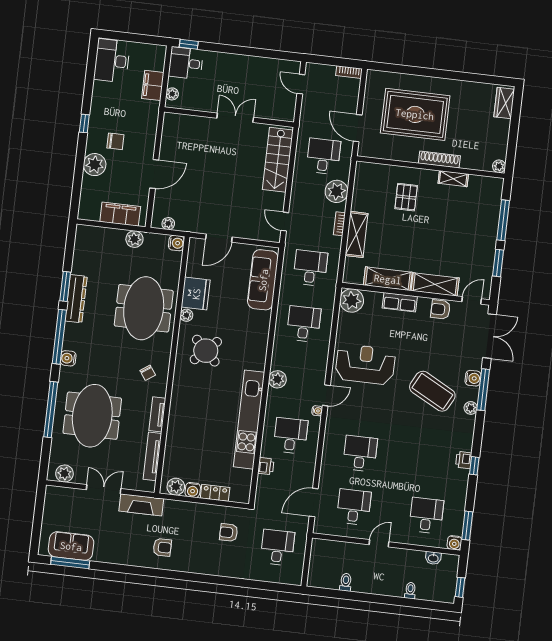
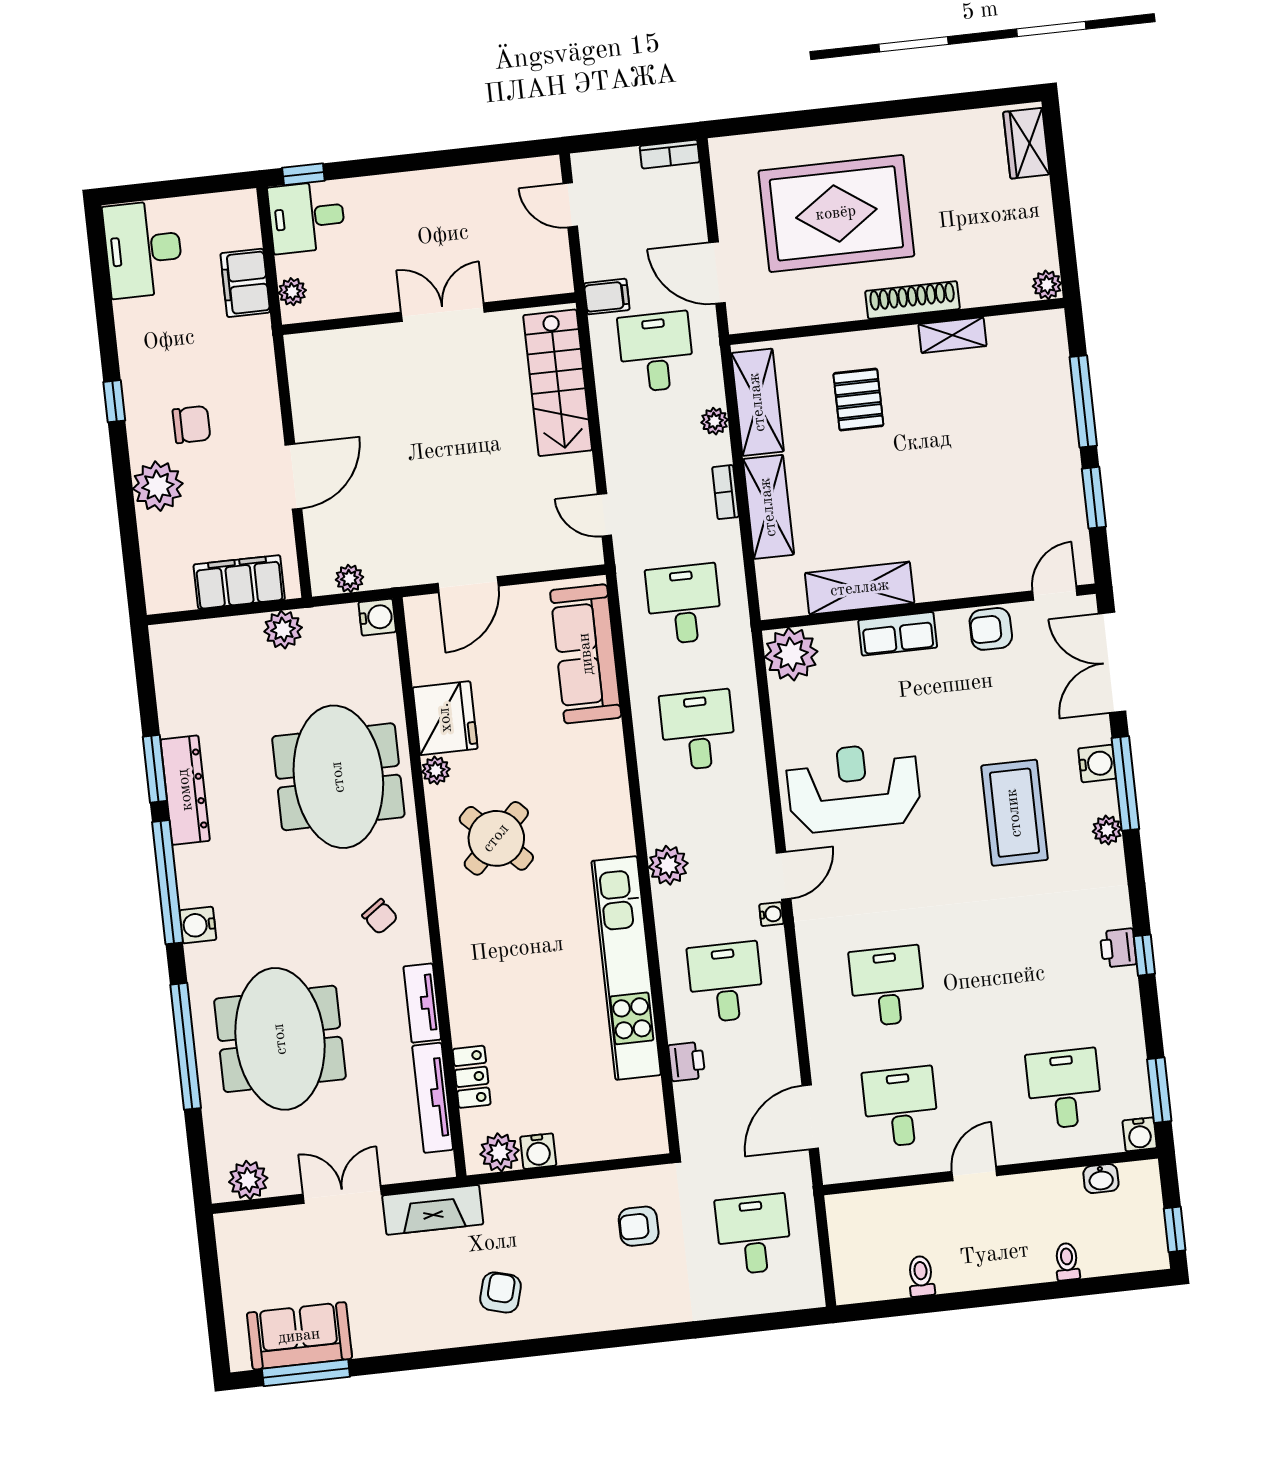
filing cabinet: (308, 127) -> (607, 297), added
plant: (337, 191) -> (715, 421), width x0.53, depth x0.53
shelving: (435, 284) -> (757, 402), moved, turned 90
double door: (490, 336) -> (1112, 663), swing flipped
coffee table: (432, 391) -> (1014, 813), turned 62
locker: (215, 493) -> (472, 1077), moved, turned 90
armchair: (162, 547) -> (501, 1292), turned -75

